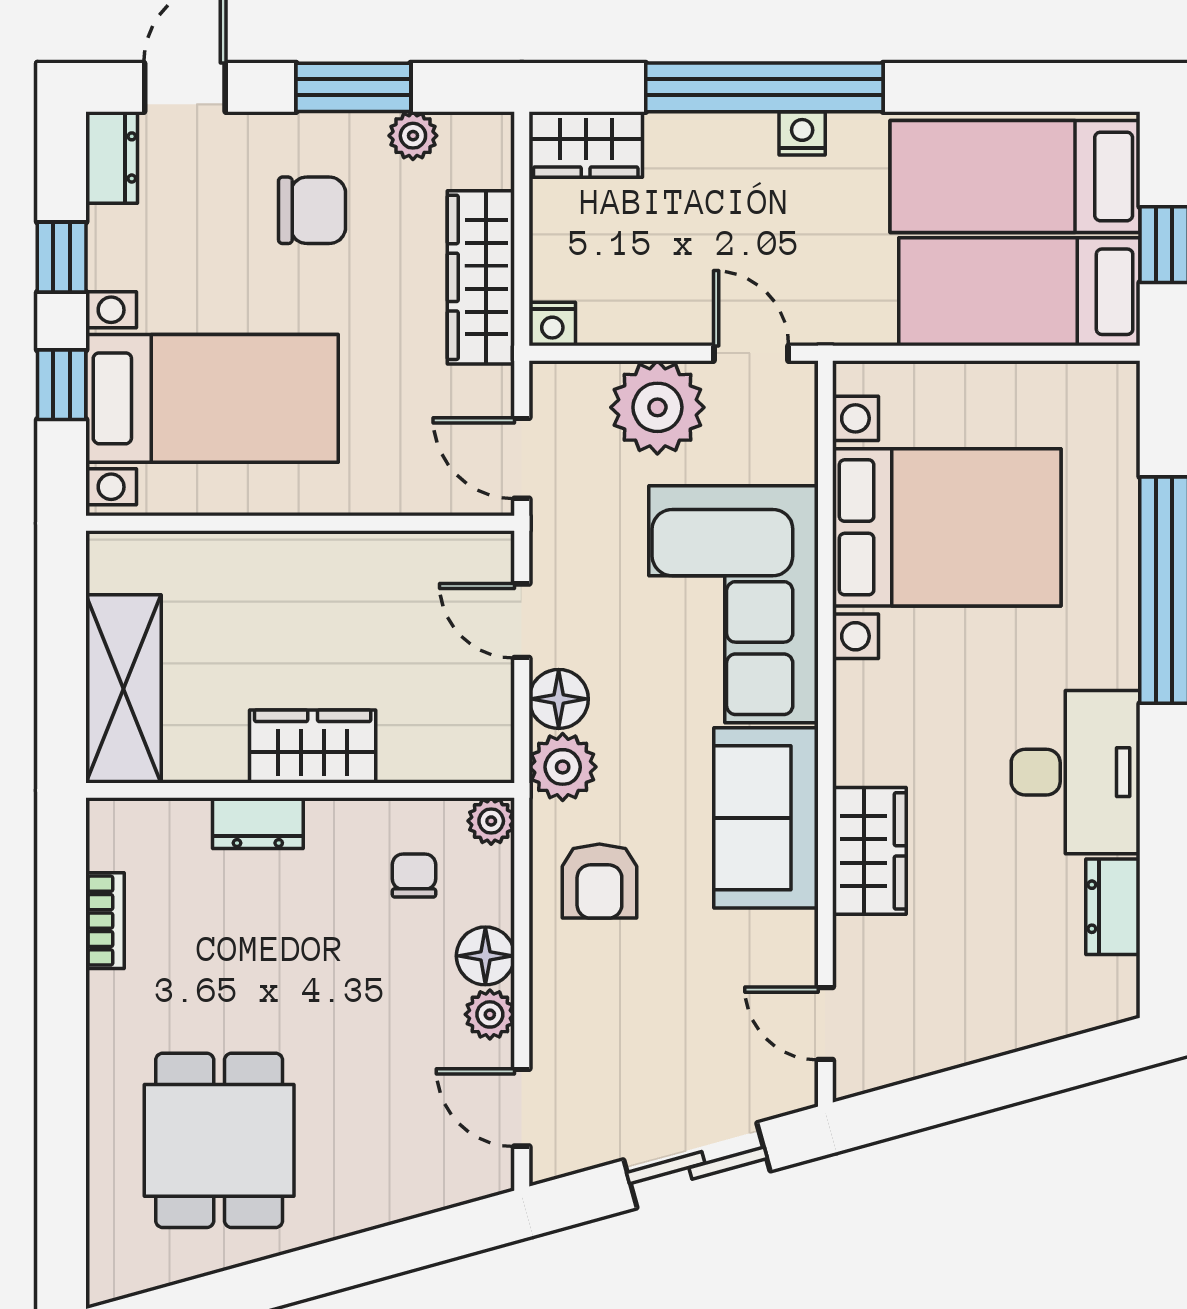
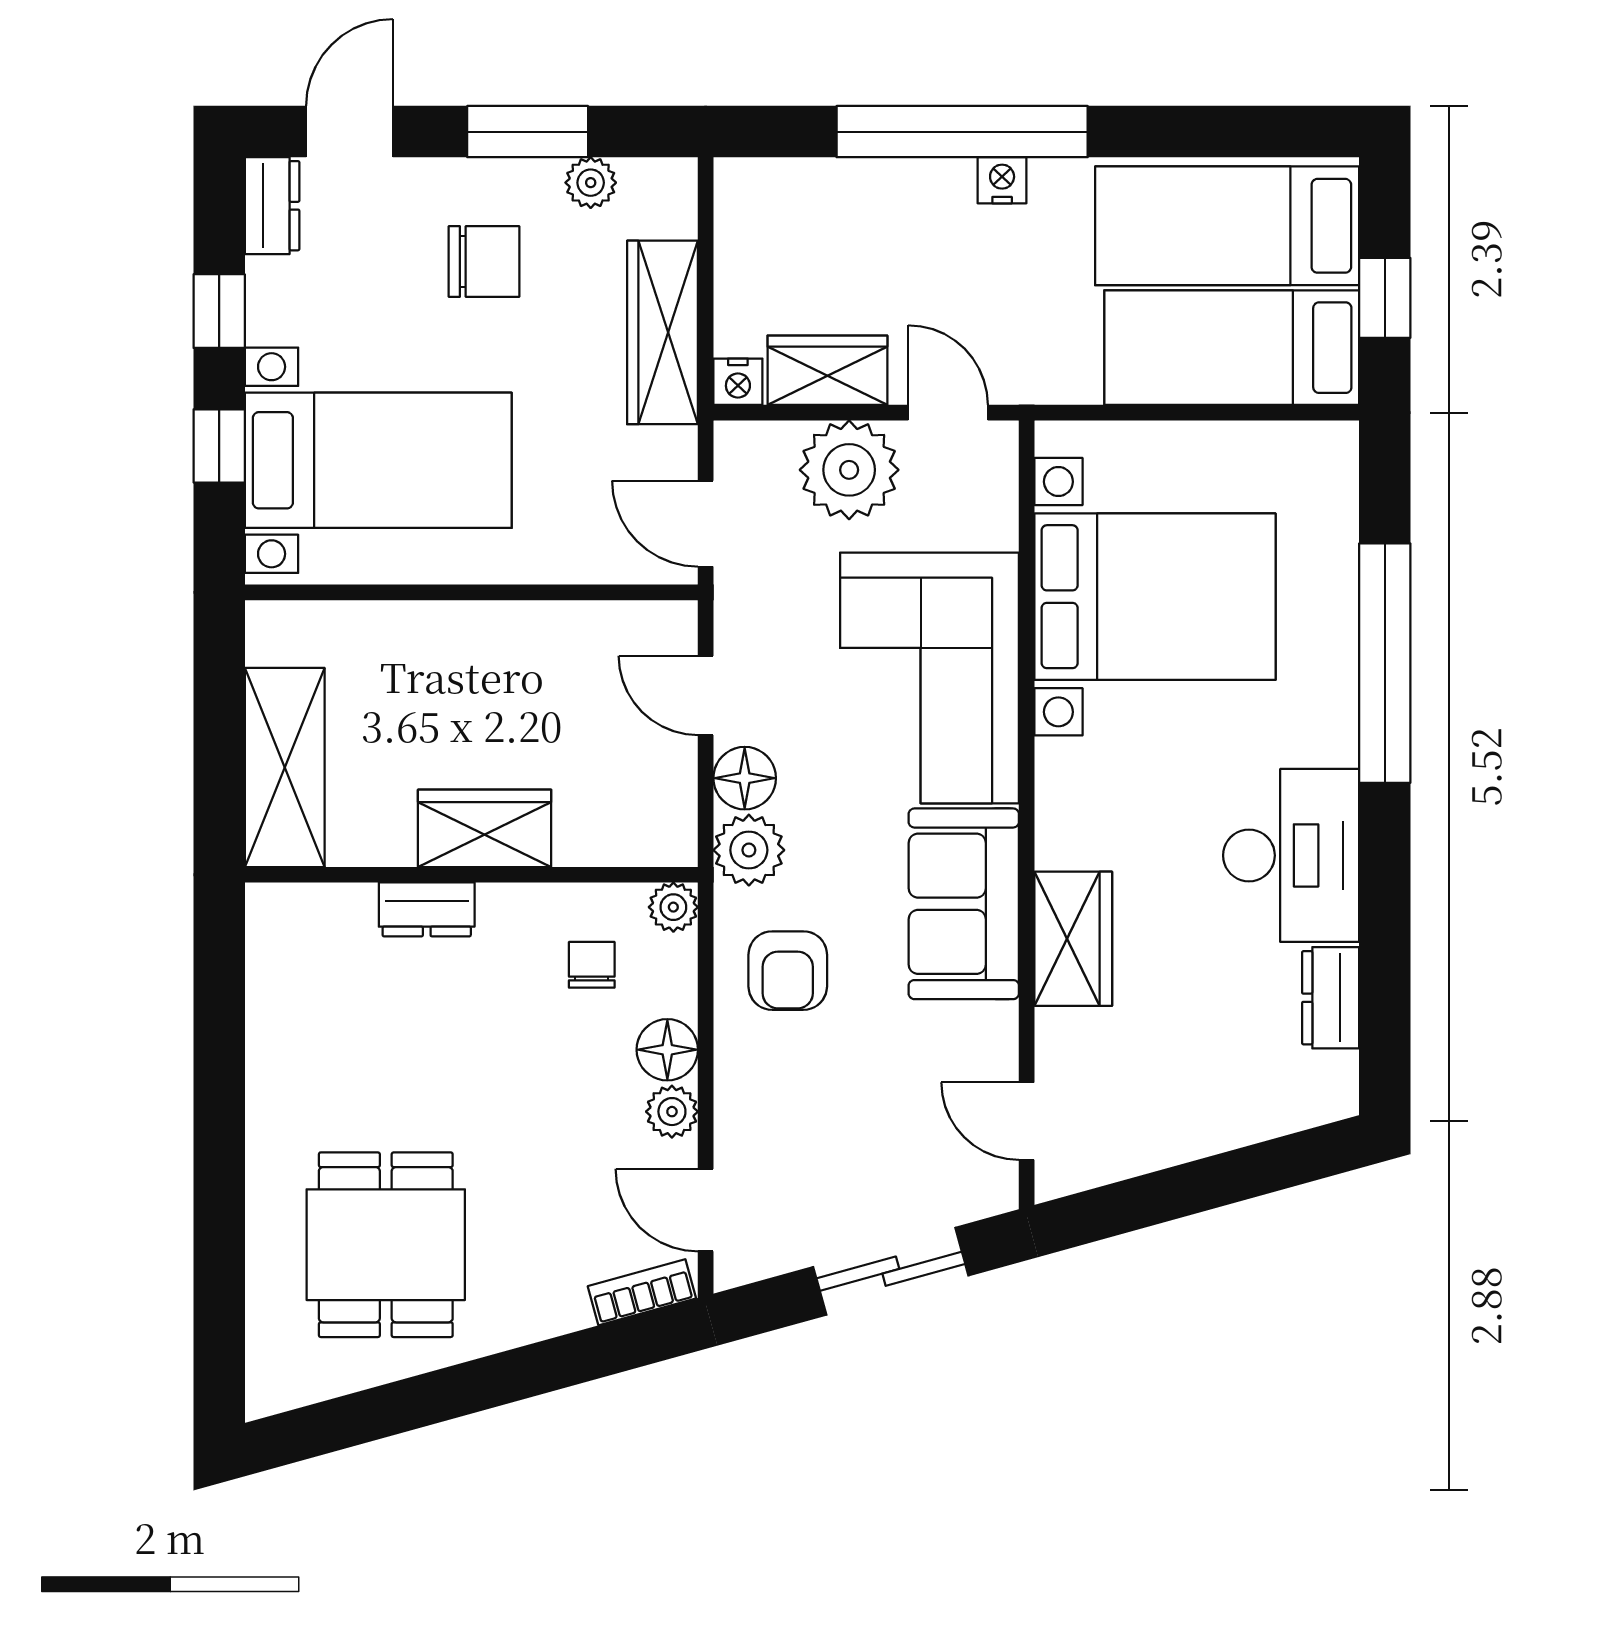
wardrobe: (586, 144) -> (827, 370), moved, turned 180
bookcase: (105, 921) -> (642, 1292), moved, turned -105

